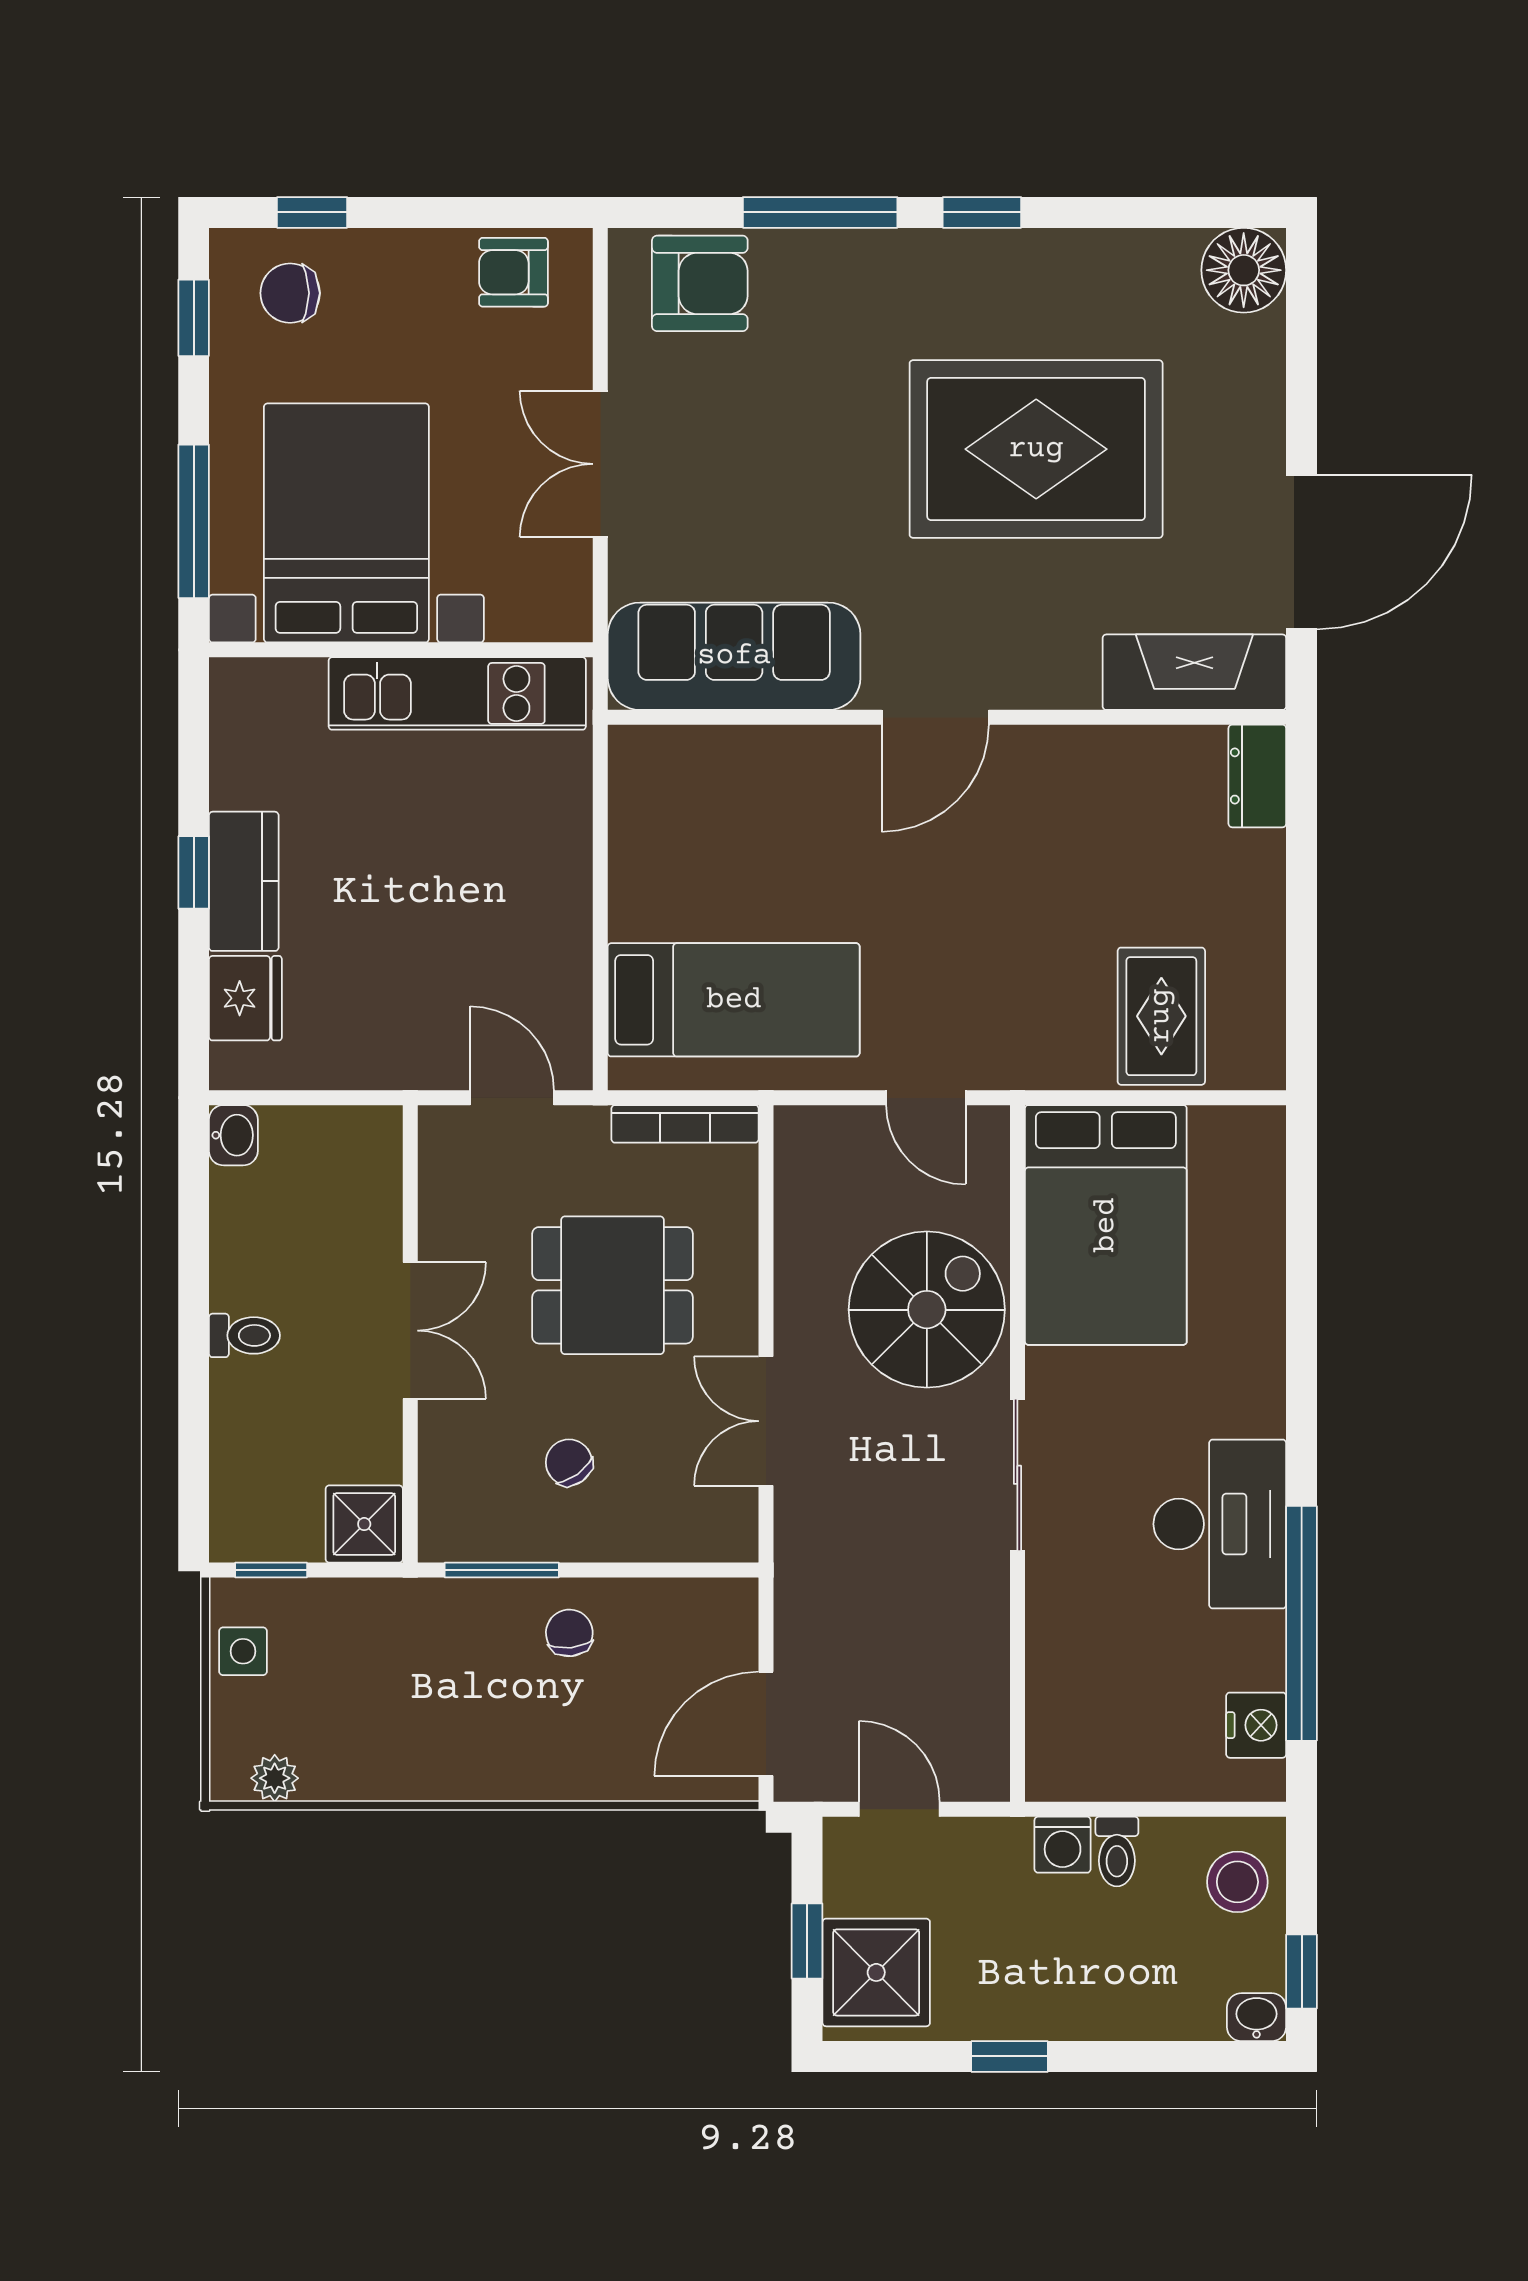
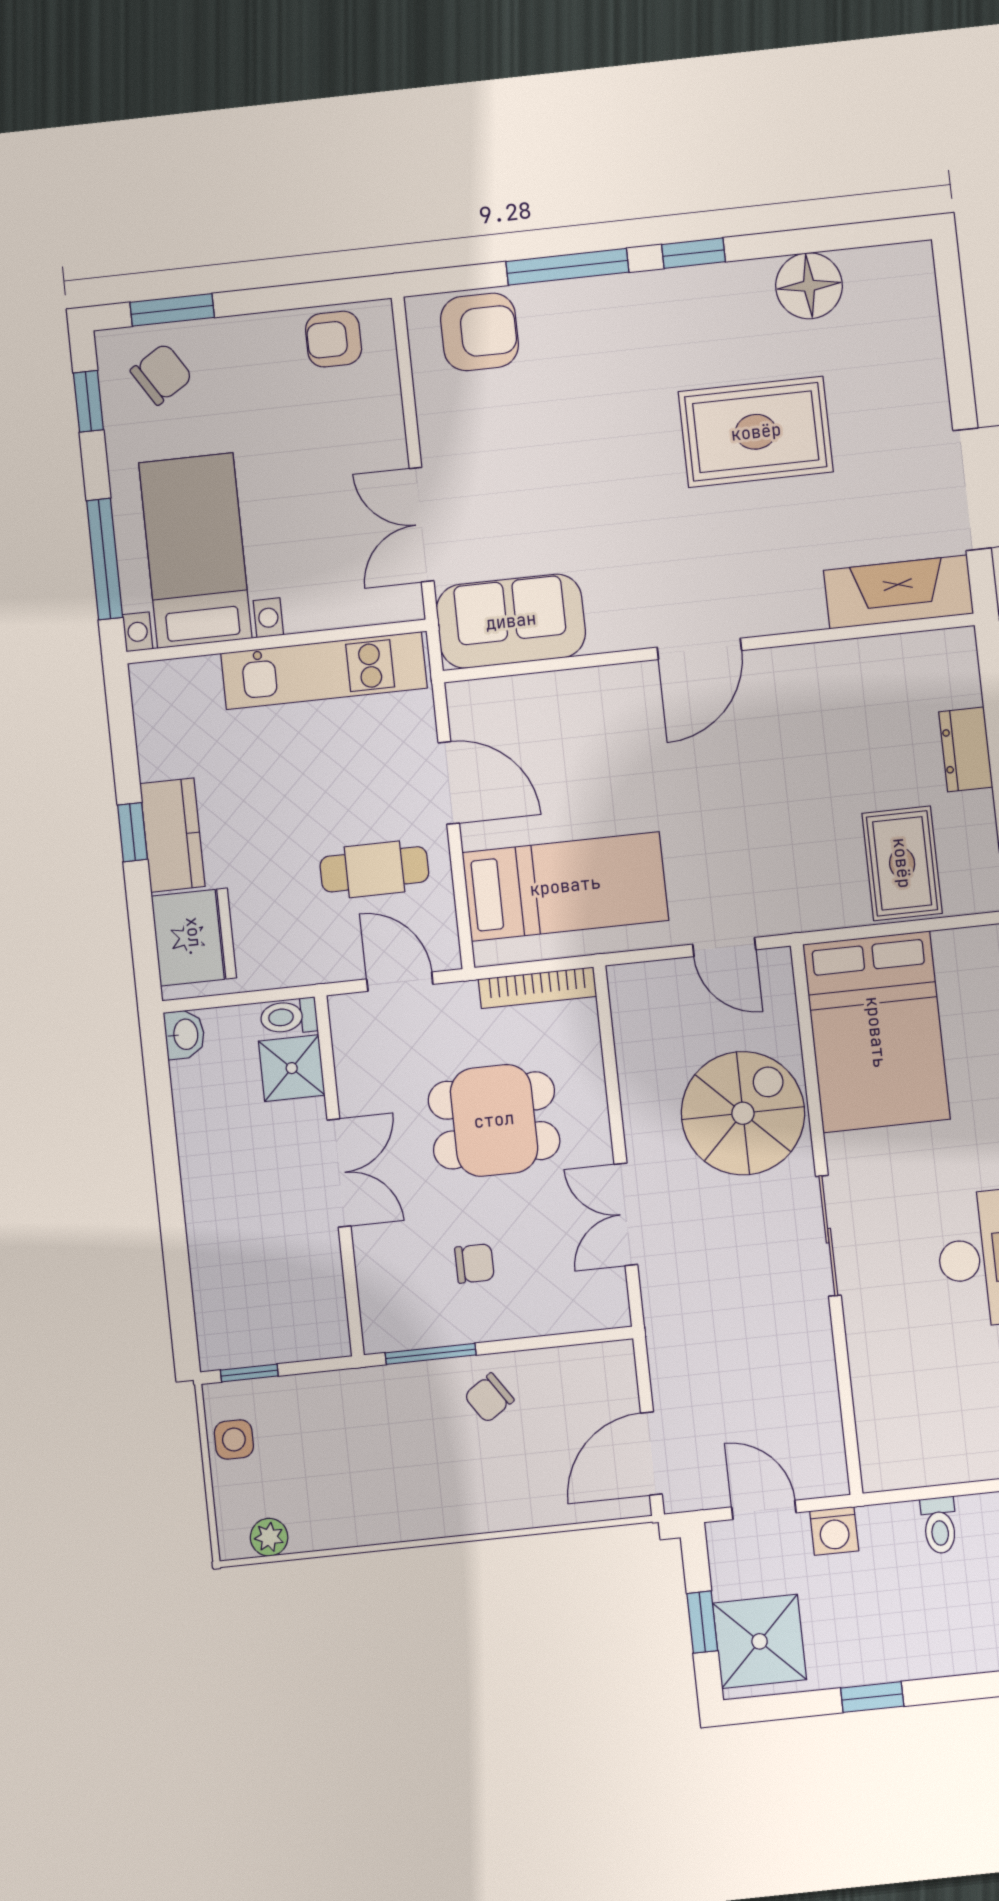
window: (312, 212) -> (172, 310), width x1.50
floor lamp: (1244, 270) -> (809, 286), moved
chair: (290, 293) -> (161, 374), turned 148
rug: (1036, 449) -> (756, 432), width x0.73, depth x0.69
double door: (600, 464) -> (422, 525), moved
bed with nightstands: (346, 523) -> (195, 550), width x0.73
sofa: (734, 656) -> (511, 621), width x0.73
dresser: (1257, 776) -> (966, 749), moved
door: (600, 853) -> (449, 783), added
cafe table: (495, 952) -> (374, 869), added
fridge: (245, 998) -> (194, 937), width x1.36, depth x1.34
toilet: (244, 1335) -> (289, 1017), moved, turned 180
chair: (569, 1462) -> (474, 1263), turned 126
shower: (364, 1524) -> (292, 1068), moved
chair: (569, 1633) -> (489, 1398), turned -118
washing machine: (1063, 1845) -> (834, 1531), moved

